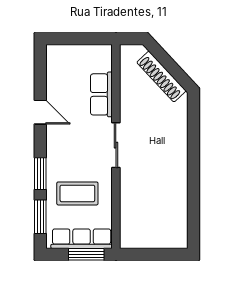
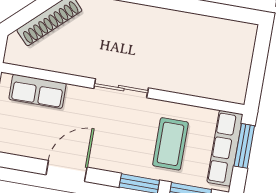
row of seats: (101, 94) -> (38, 91), moved
door: (40, 112) -> (67, 171), width x1.38

